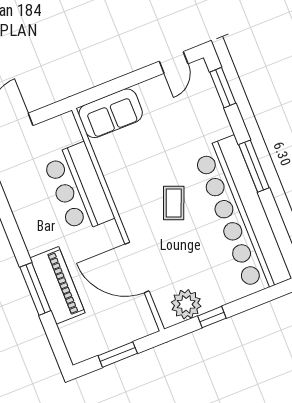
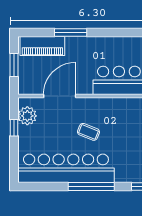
window: (254, 166) -> (91, 187), width x1.46
piano: (57, 285) -> (42, 46), moved

